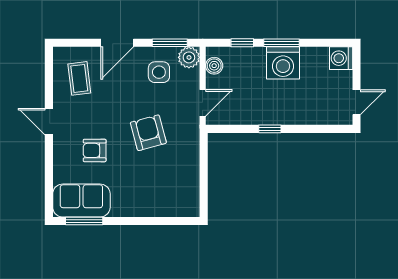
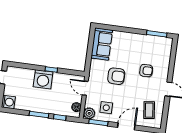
washing machine: (283, 63) -> (43, 79), moved, turned 180
door: (203, 103) -> (85, 88), hinge flipped
armchair: (148, 133) -> (116, 76), turned -75
sofa: (81, 201) -> (102, 44), moved, turned -90

